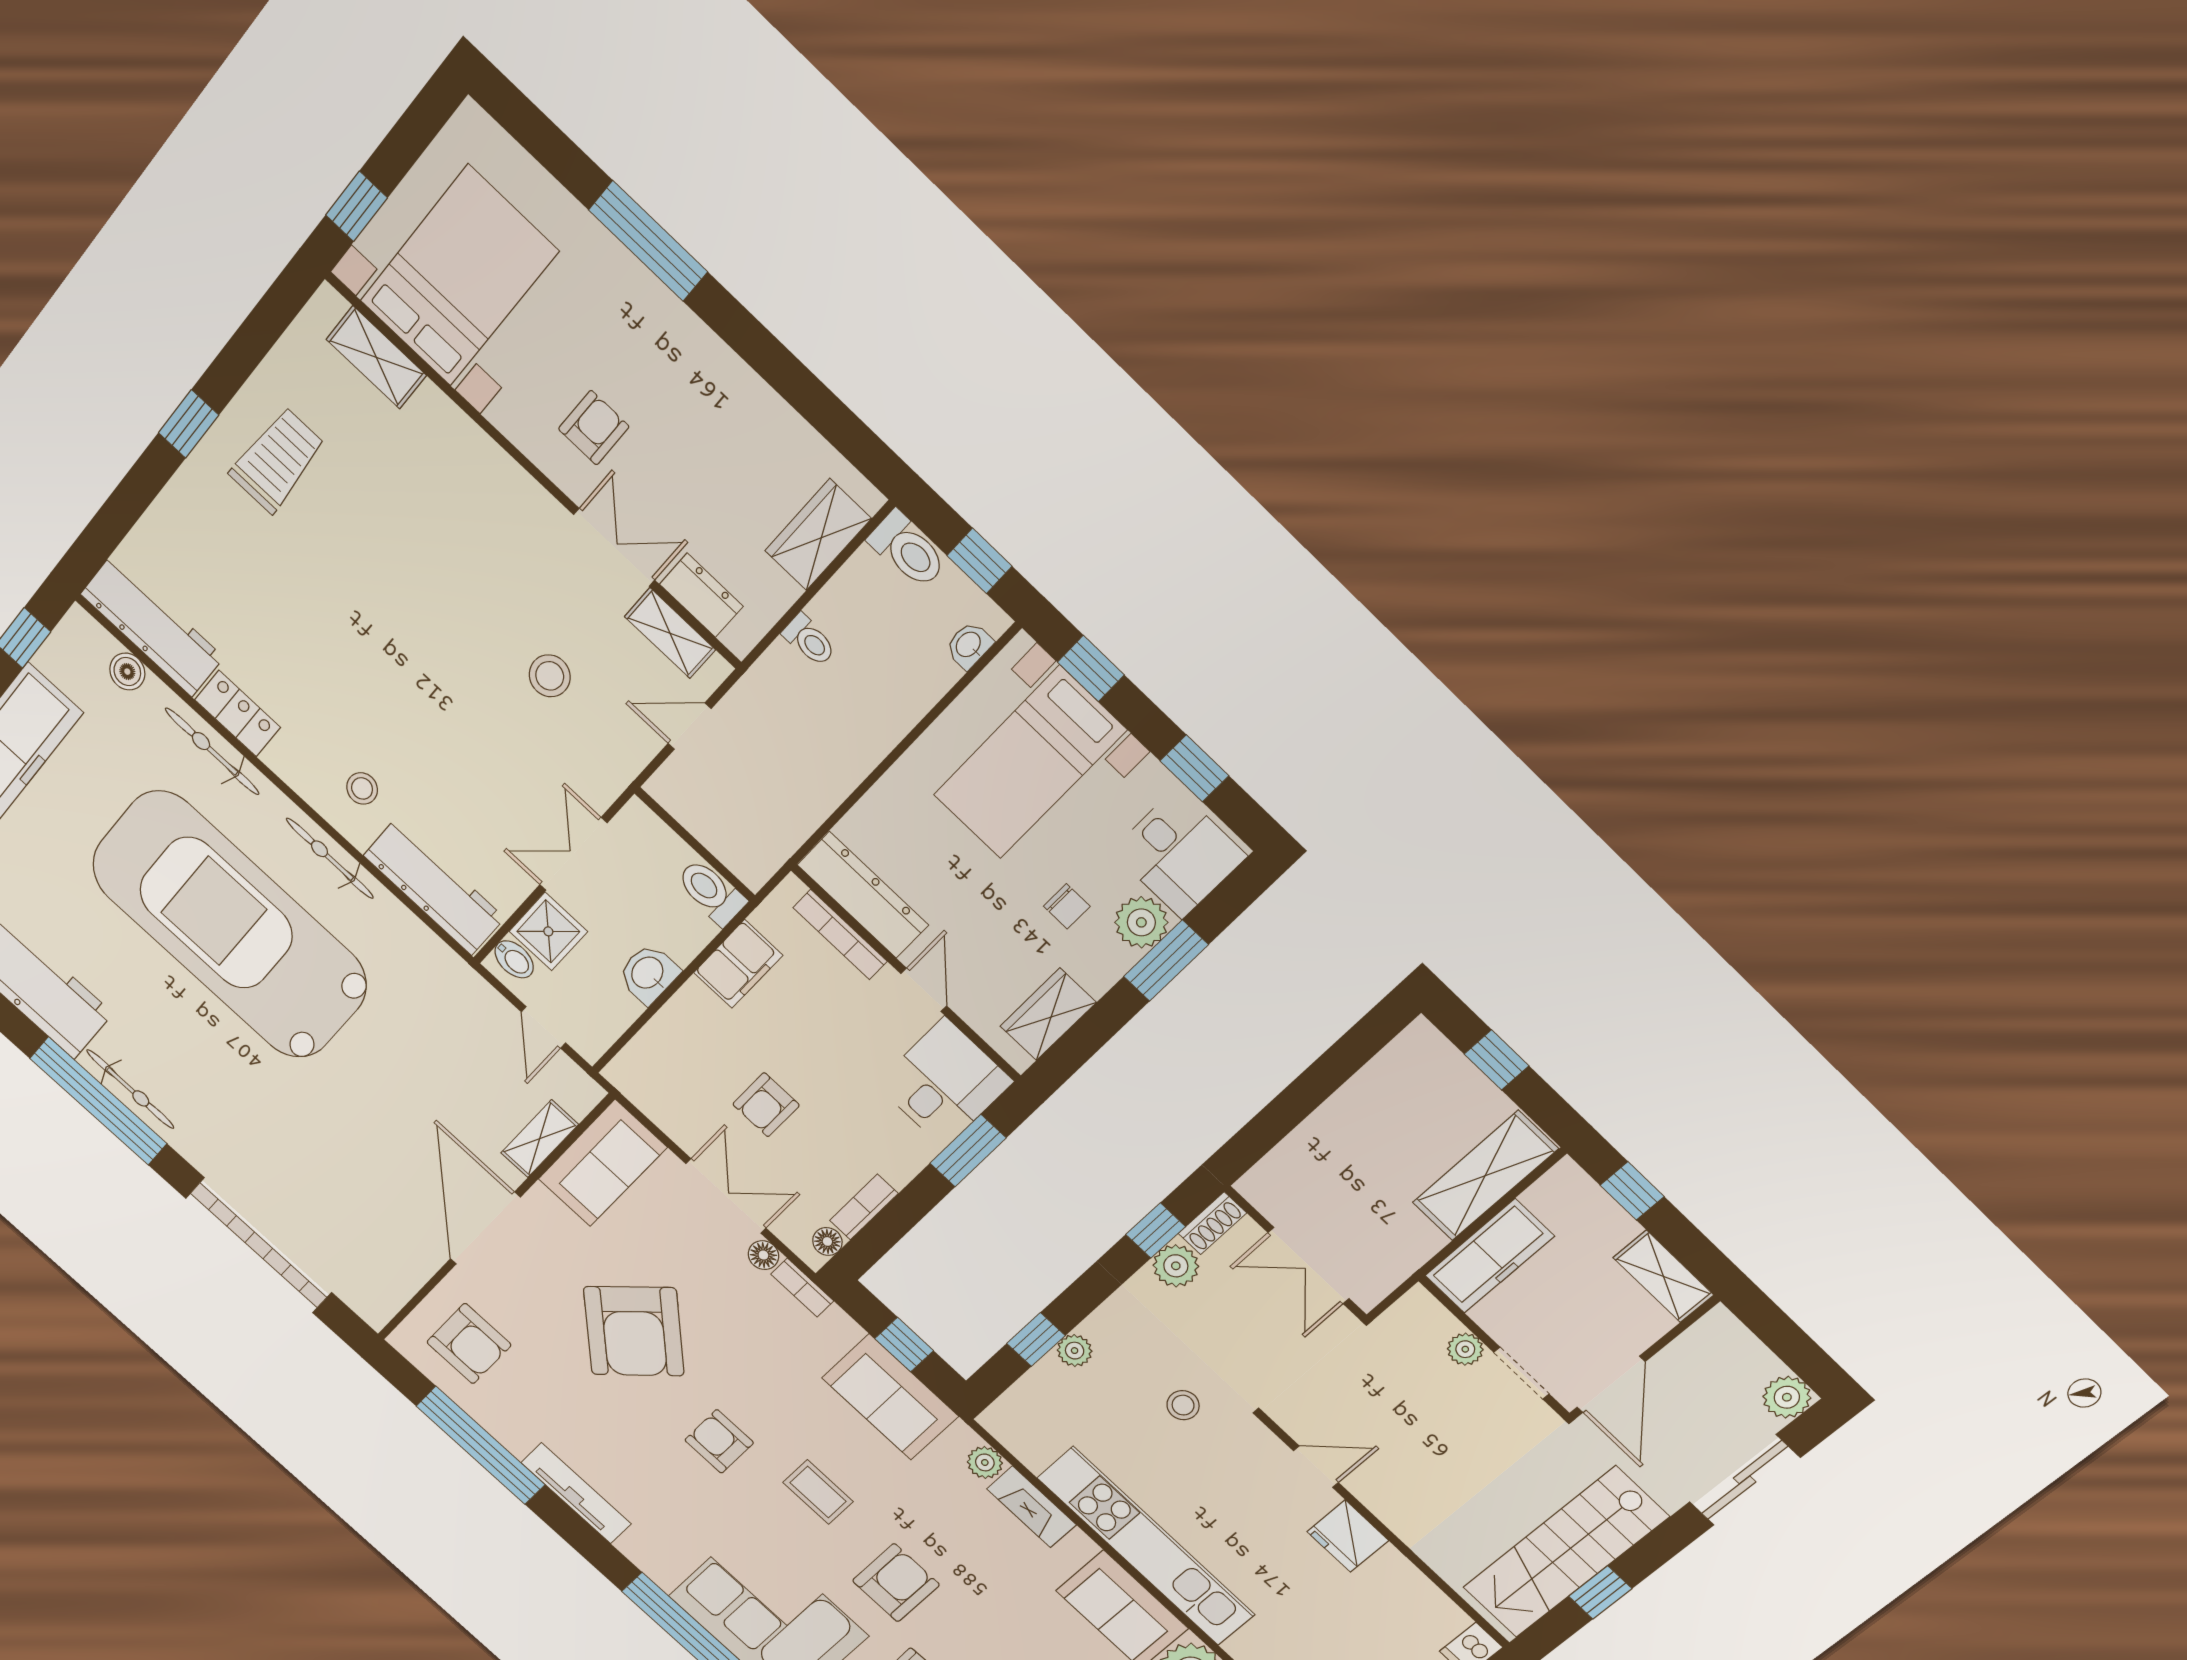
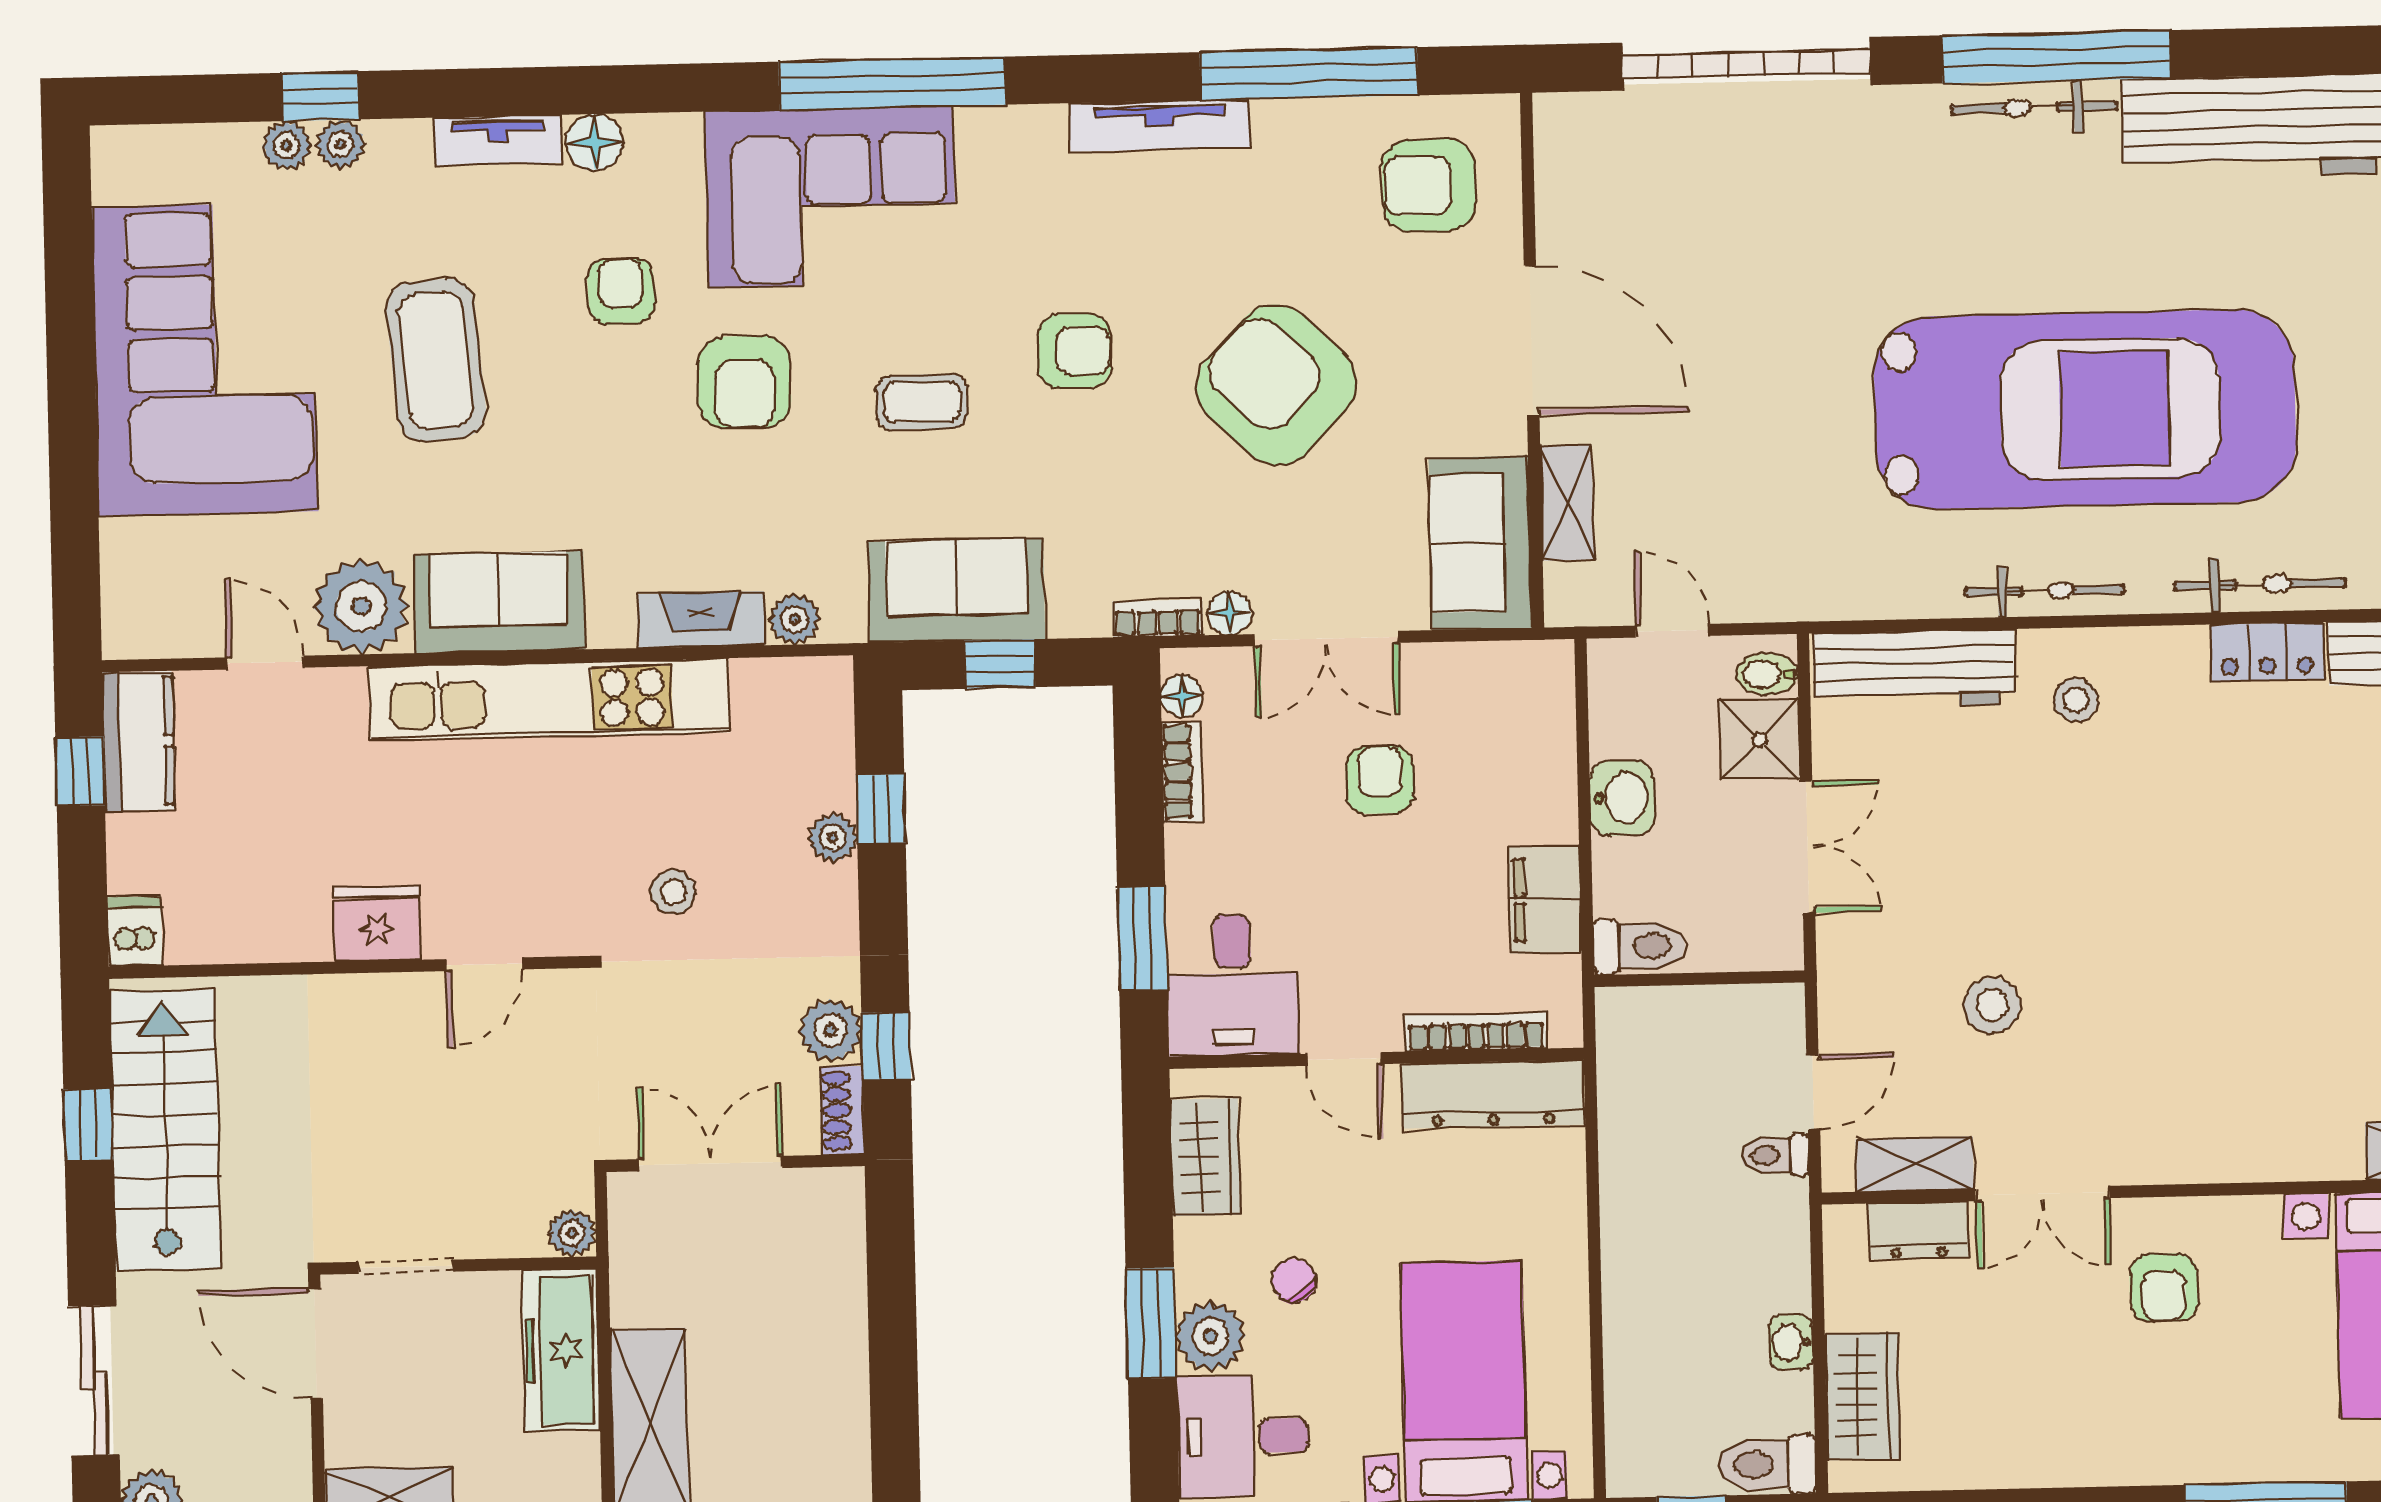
toilet: (809, 640) -> (1775, 1155), moved
washbasin: (969, 645) -> (1791, 1342), moved, turned 180
chair: (1067, 906) -> (1294, 1281), turned 58
plant: (1465, 1349) -> (572, 1233), moved

